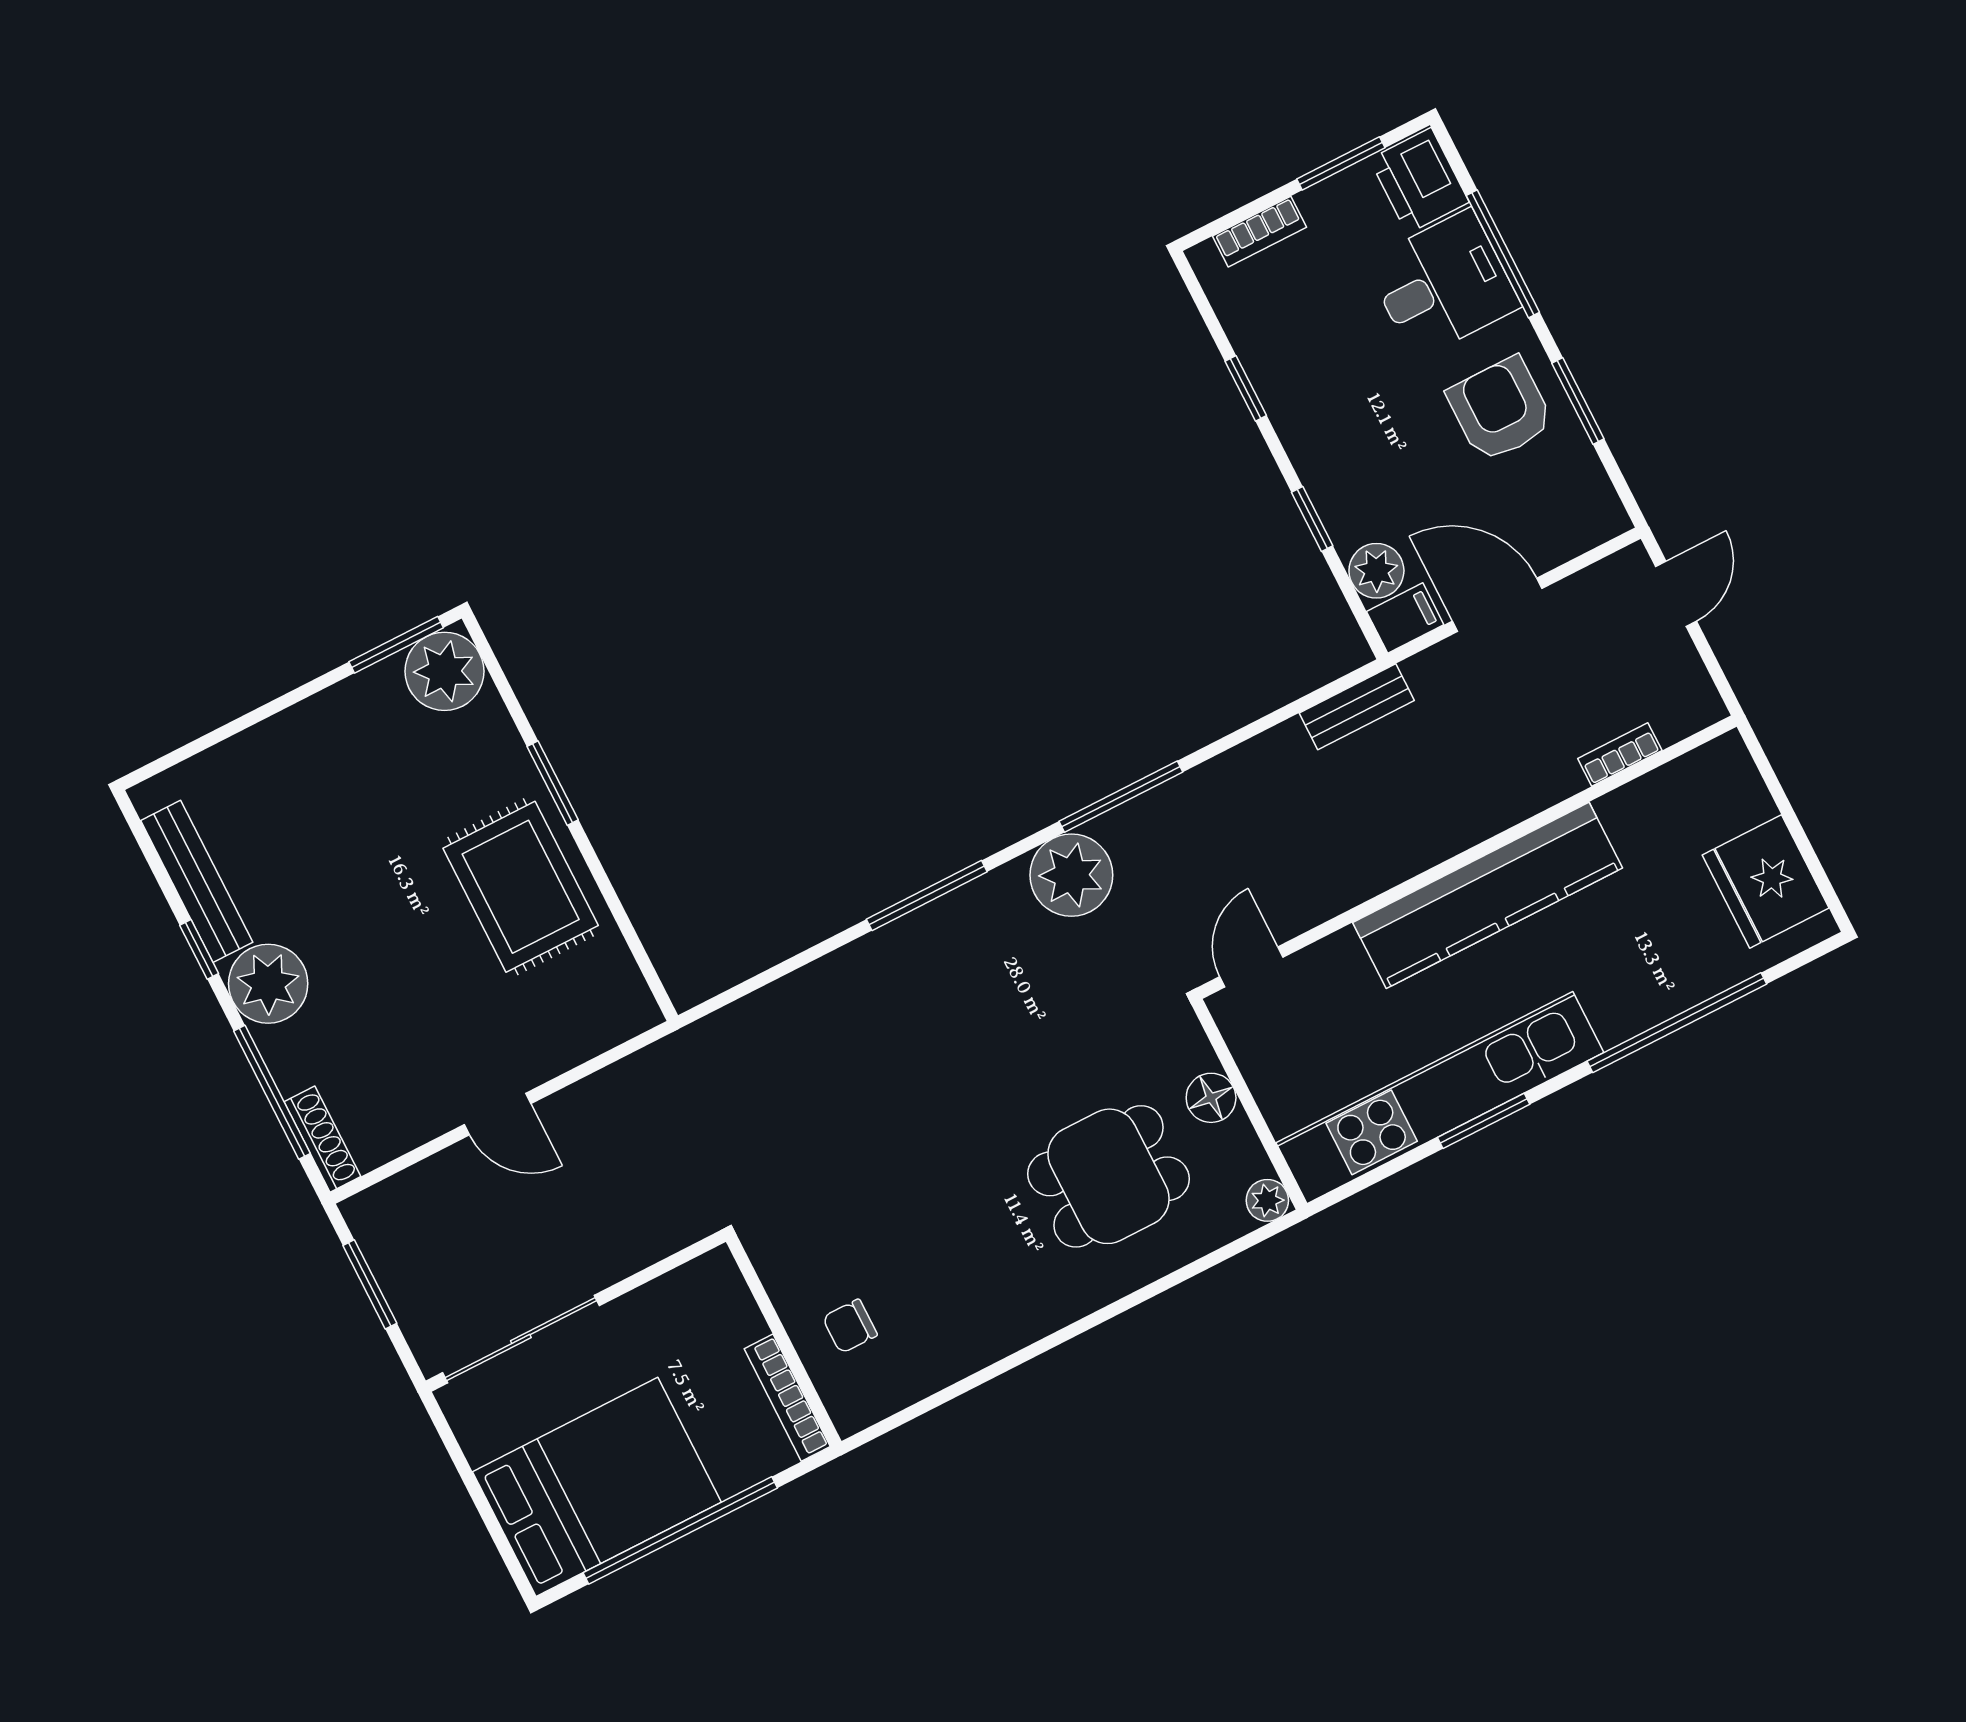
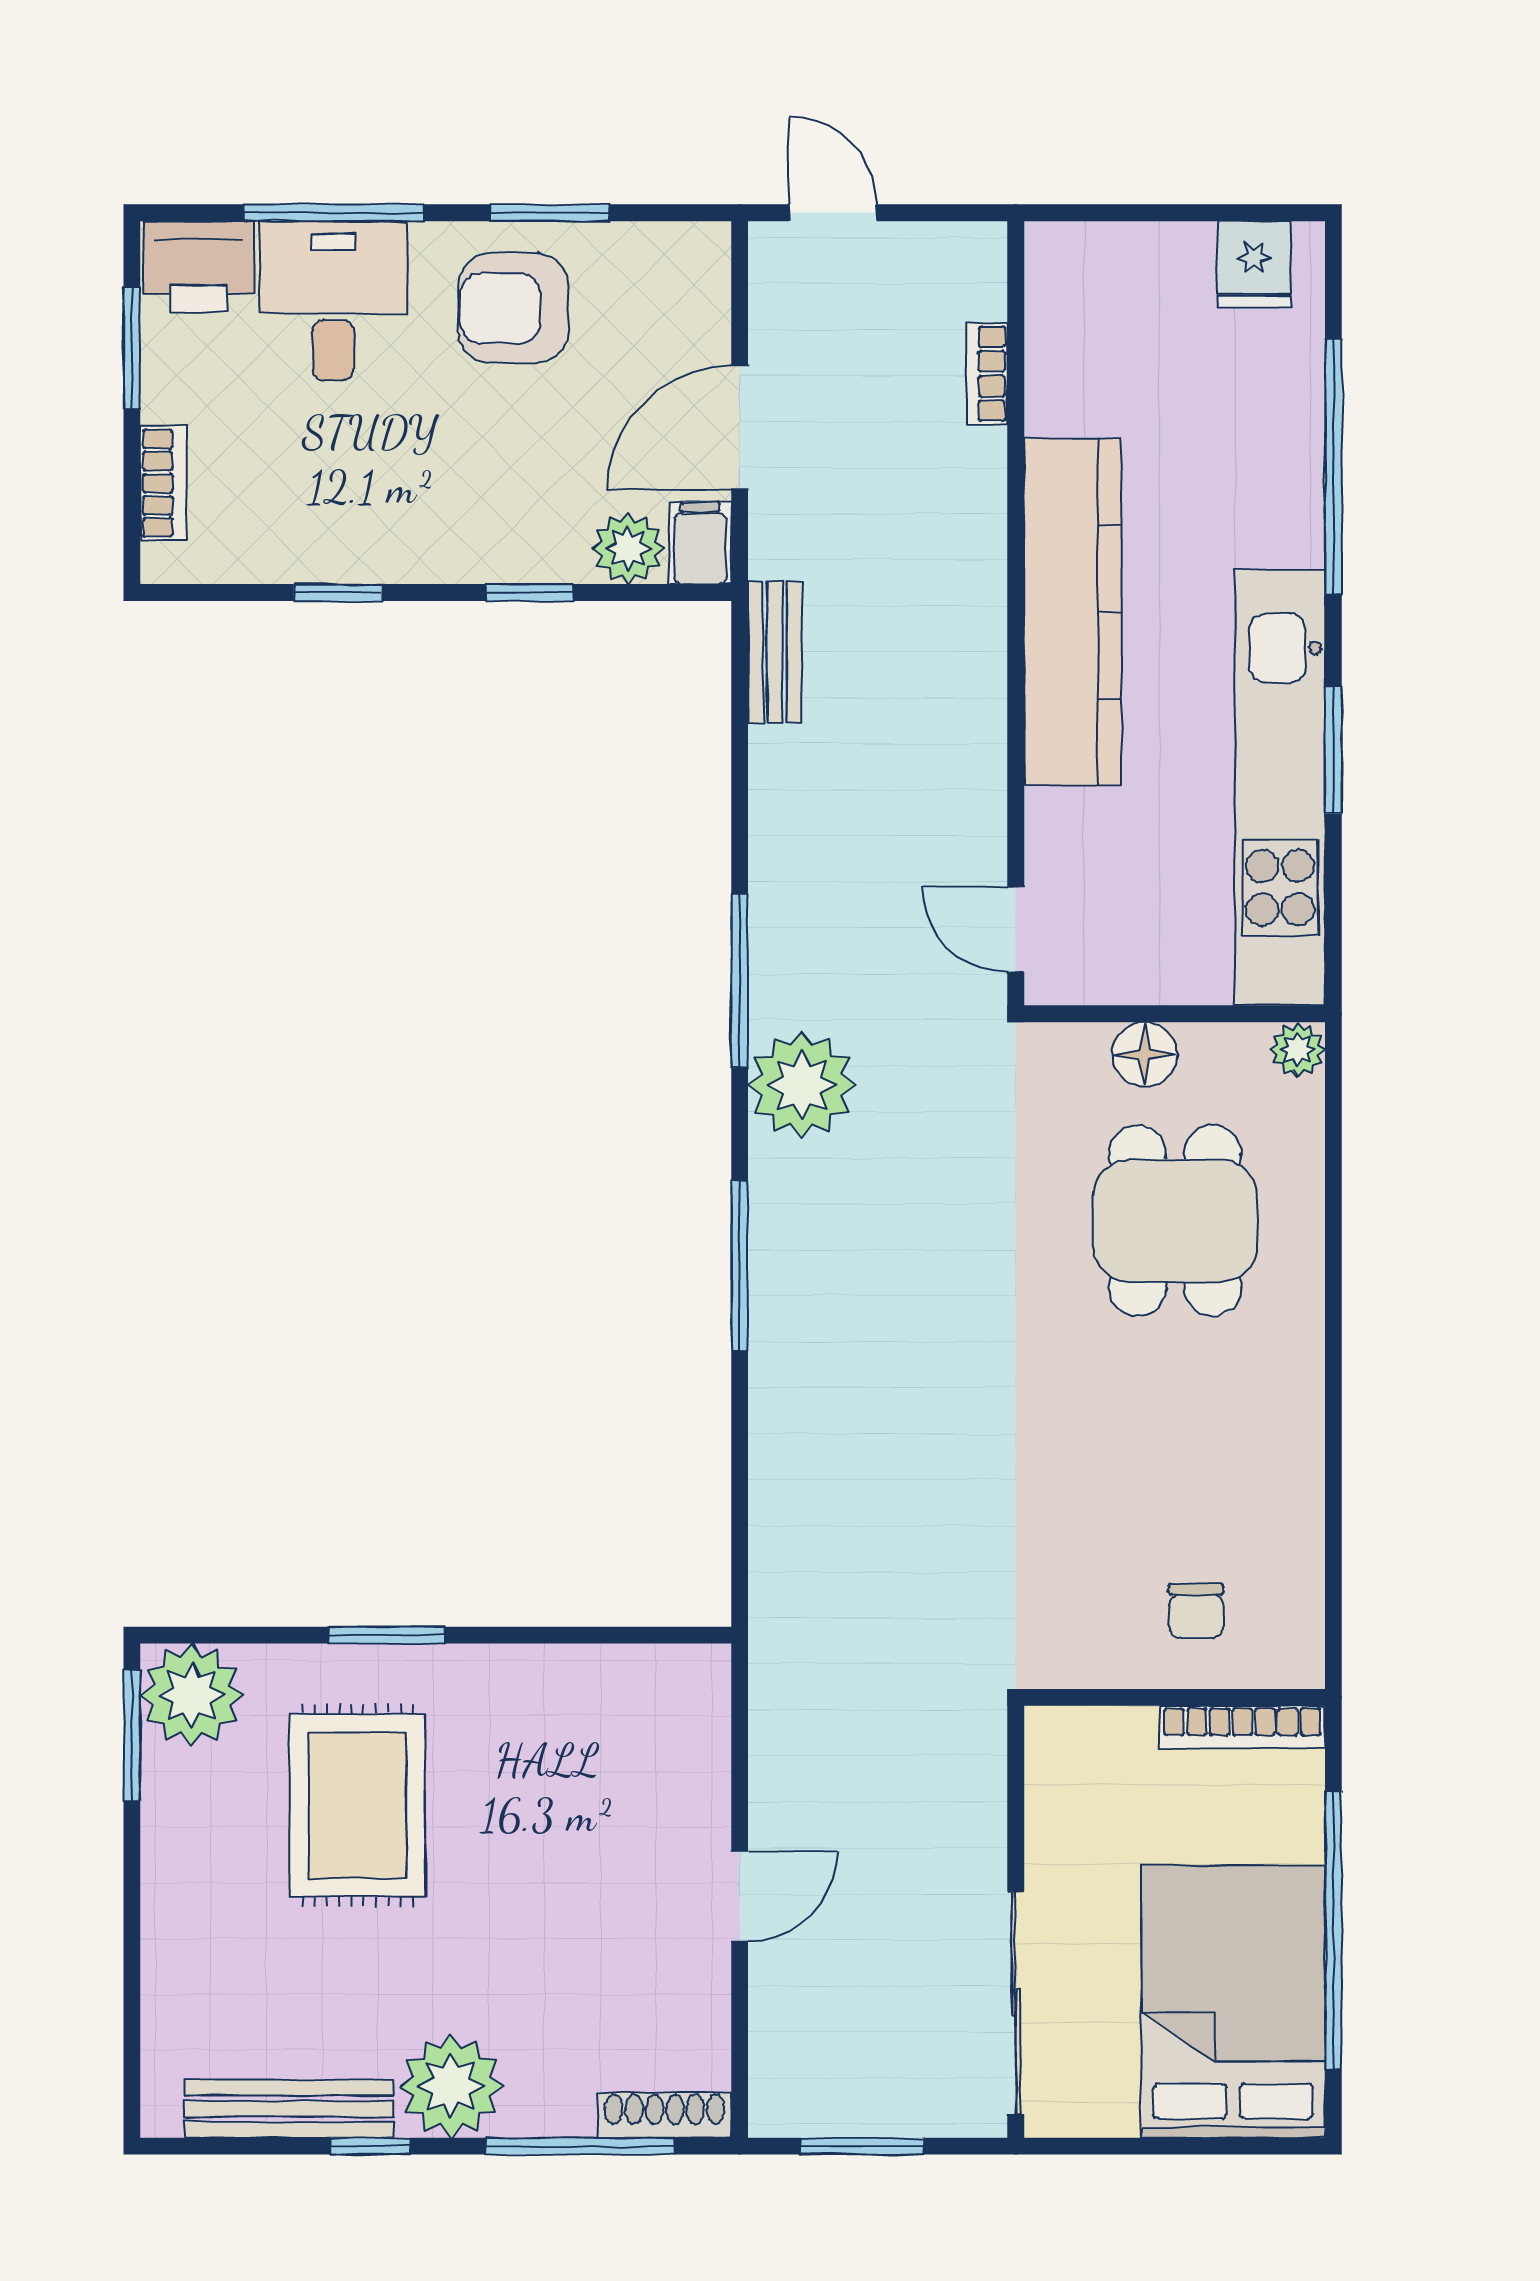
fridge: (1766, 881) -> (1254, 264), width x0.53, depth x0.75
rug: (521, 887) -> (357, 1805), moved, turned 90

